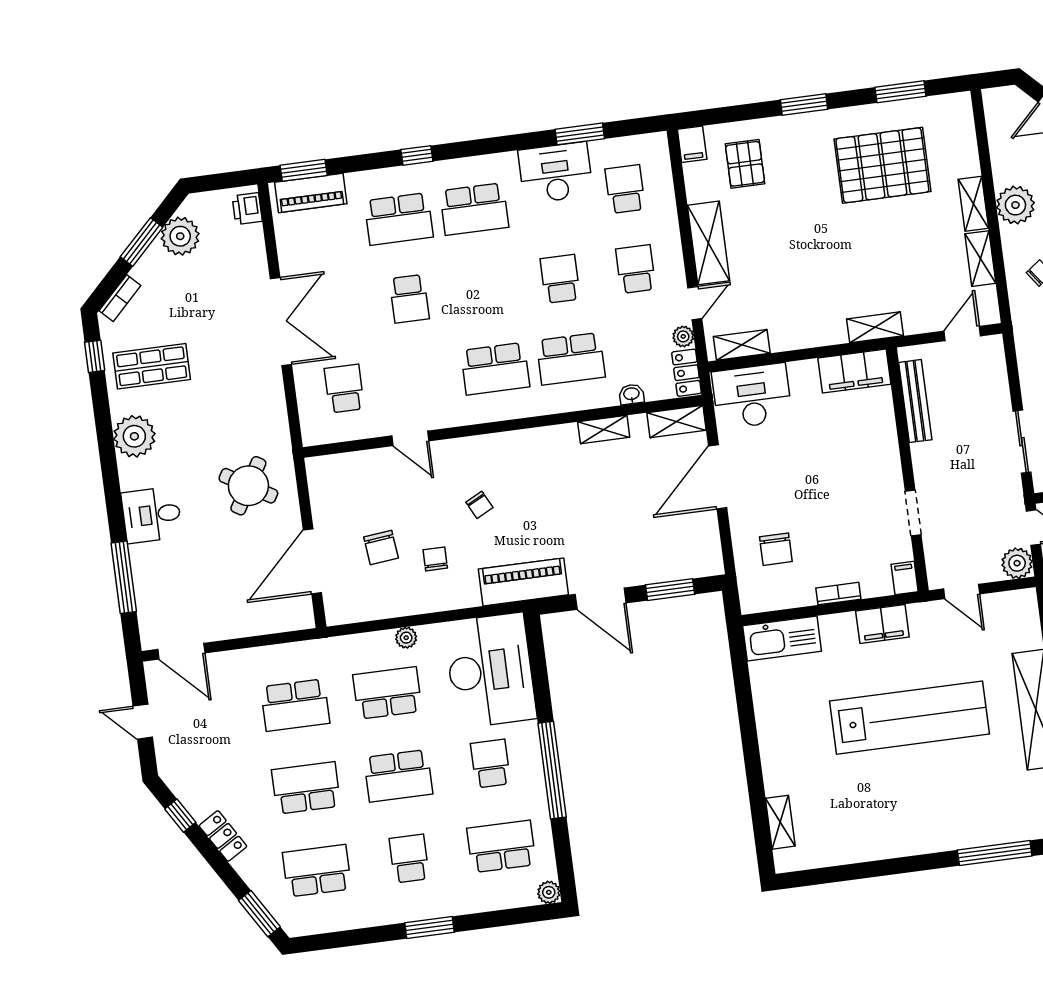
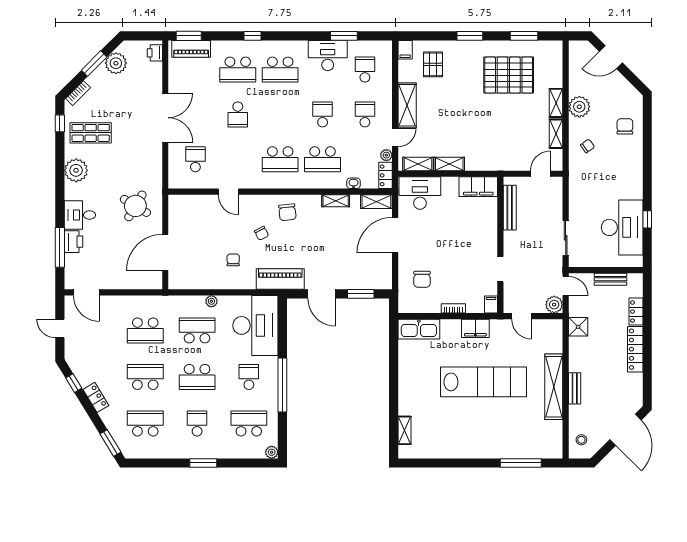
shelving: (875, 327) -> (449, 164), moved
chair: (381, 547) -> (287, 212), moved
printer: (147, 564) -> (74, 242), added

